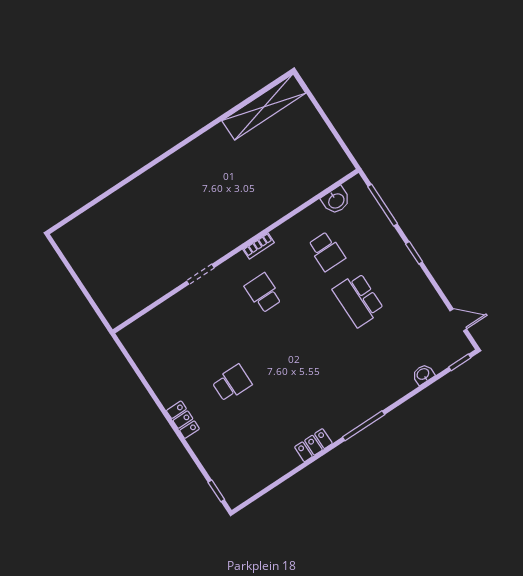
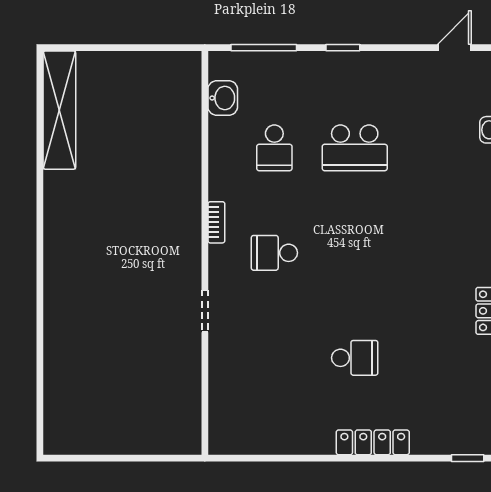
school desk: (326, 251) -> (274, 148), turned 90
school desk: (232, 383) -> (355, 358), turned 90
locker: (183, 420) -> (373, 442), width x1.53

